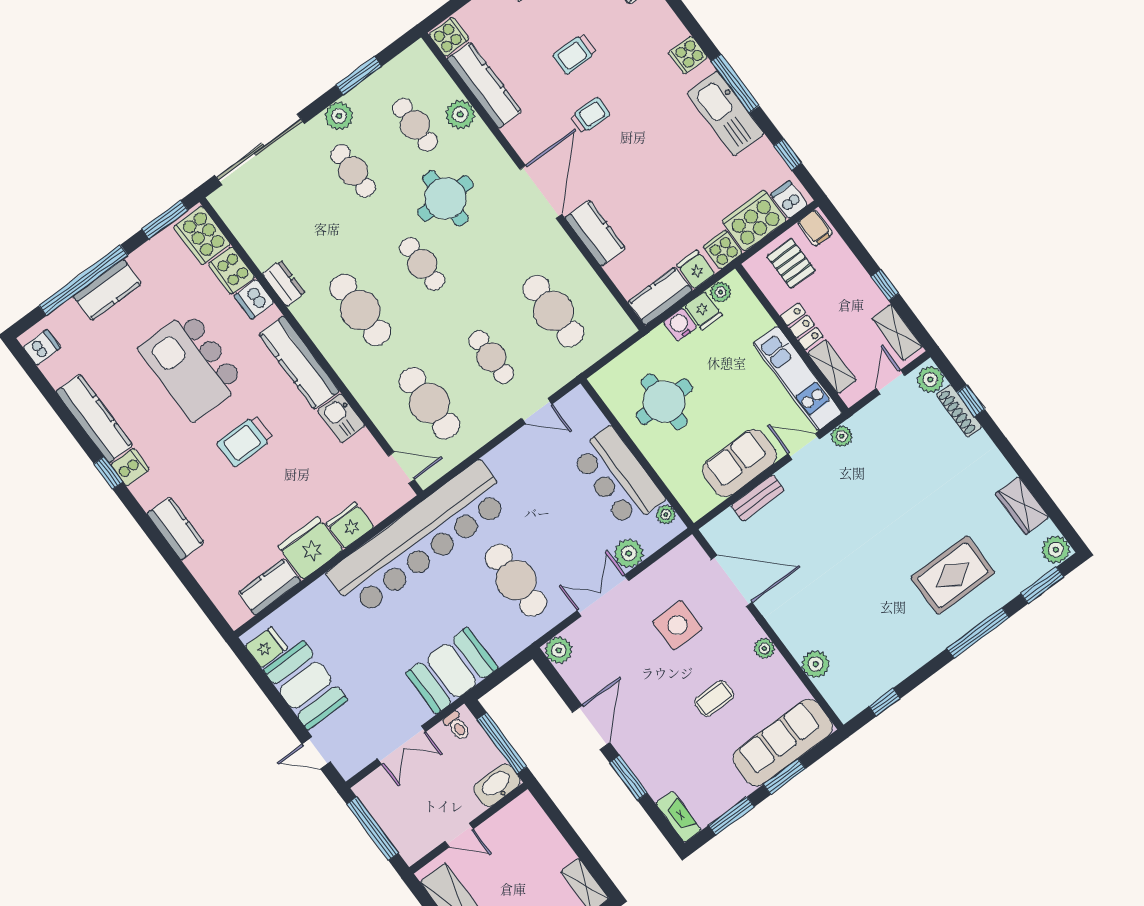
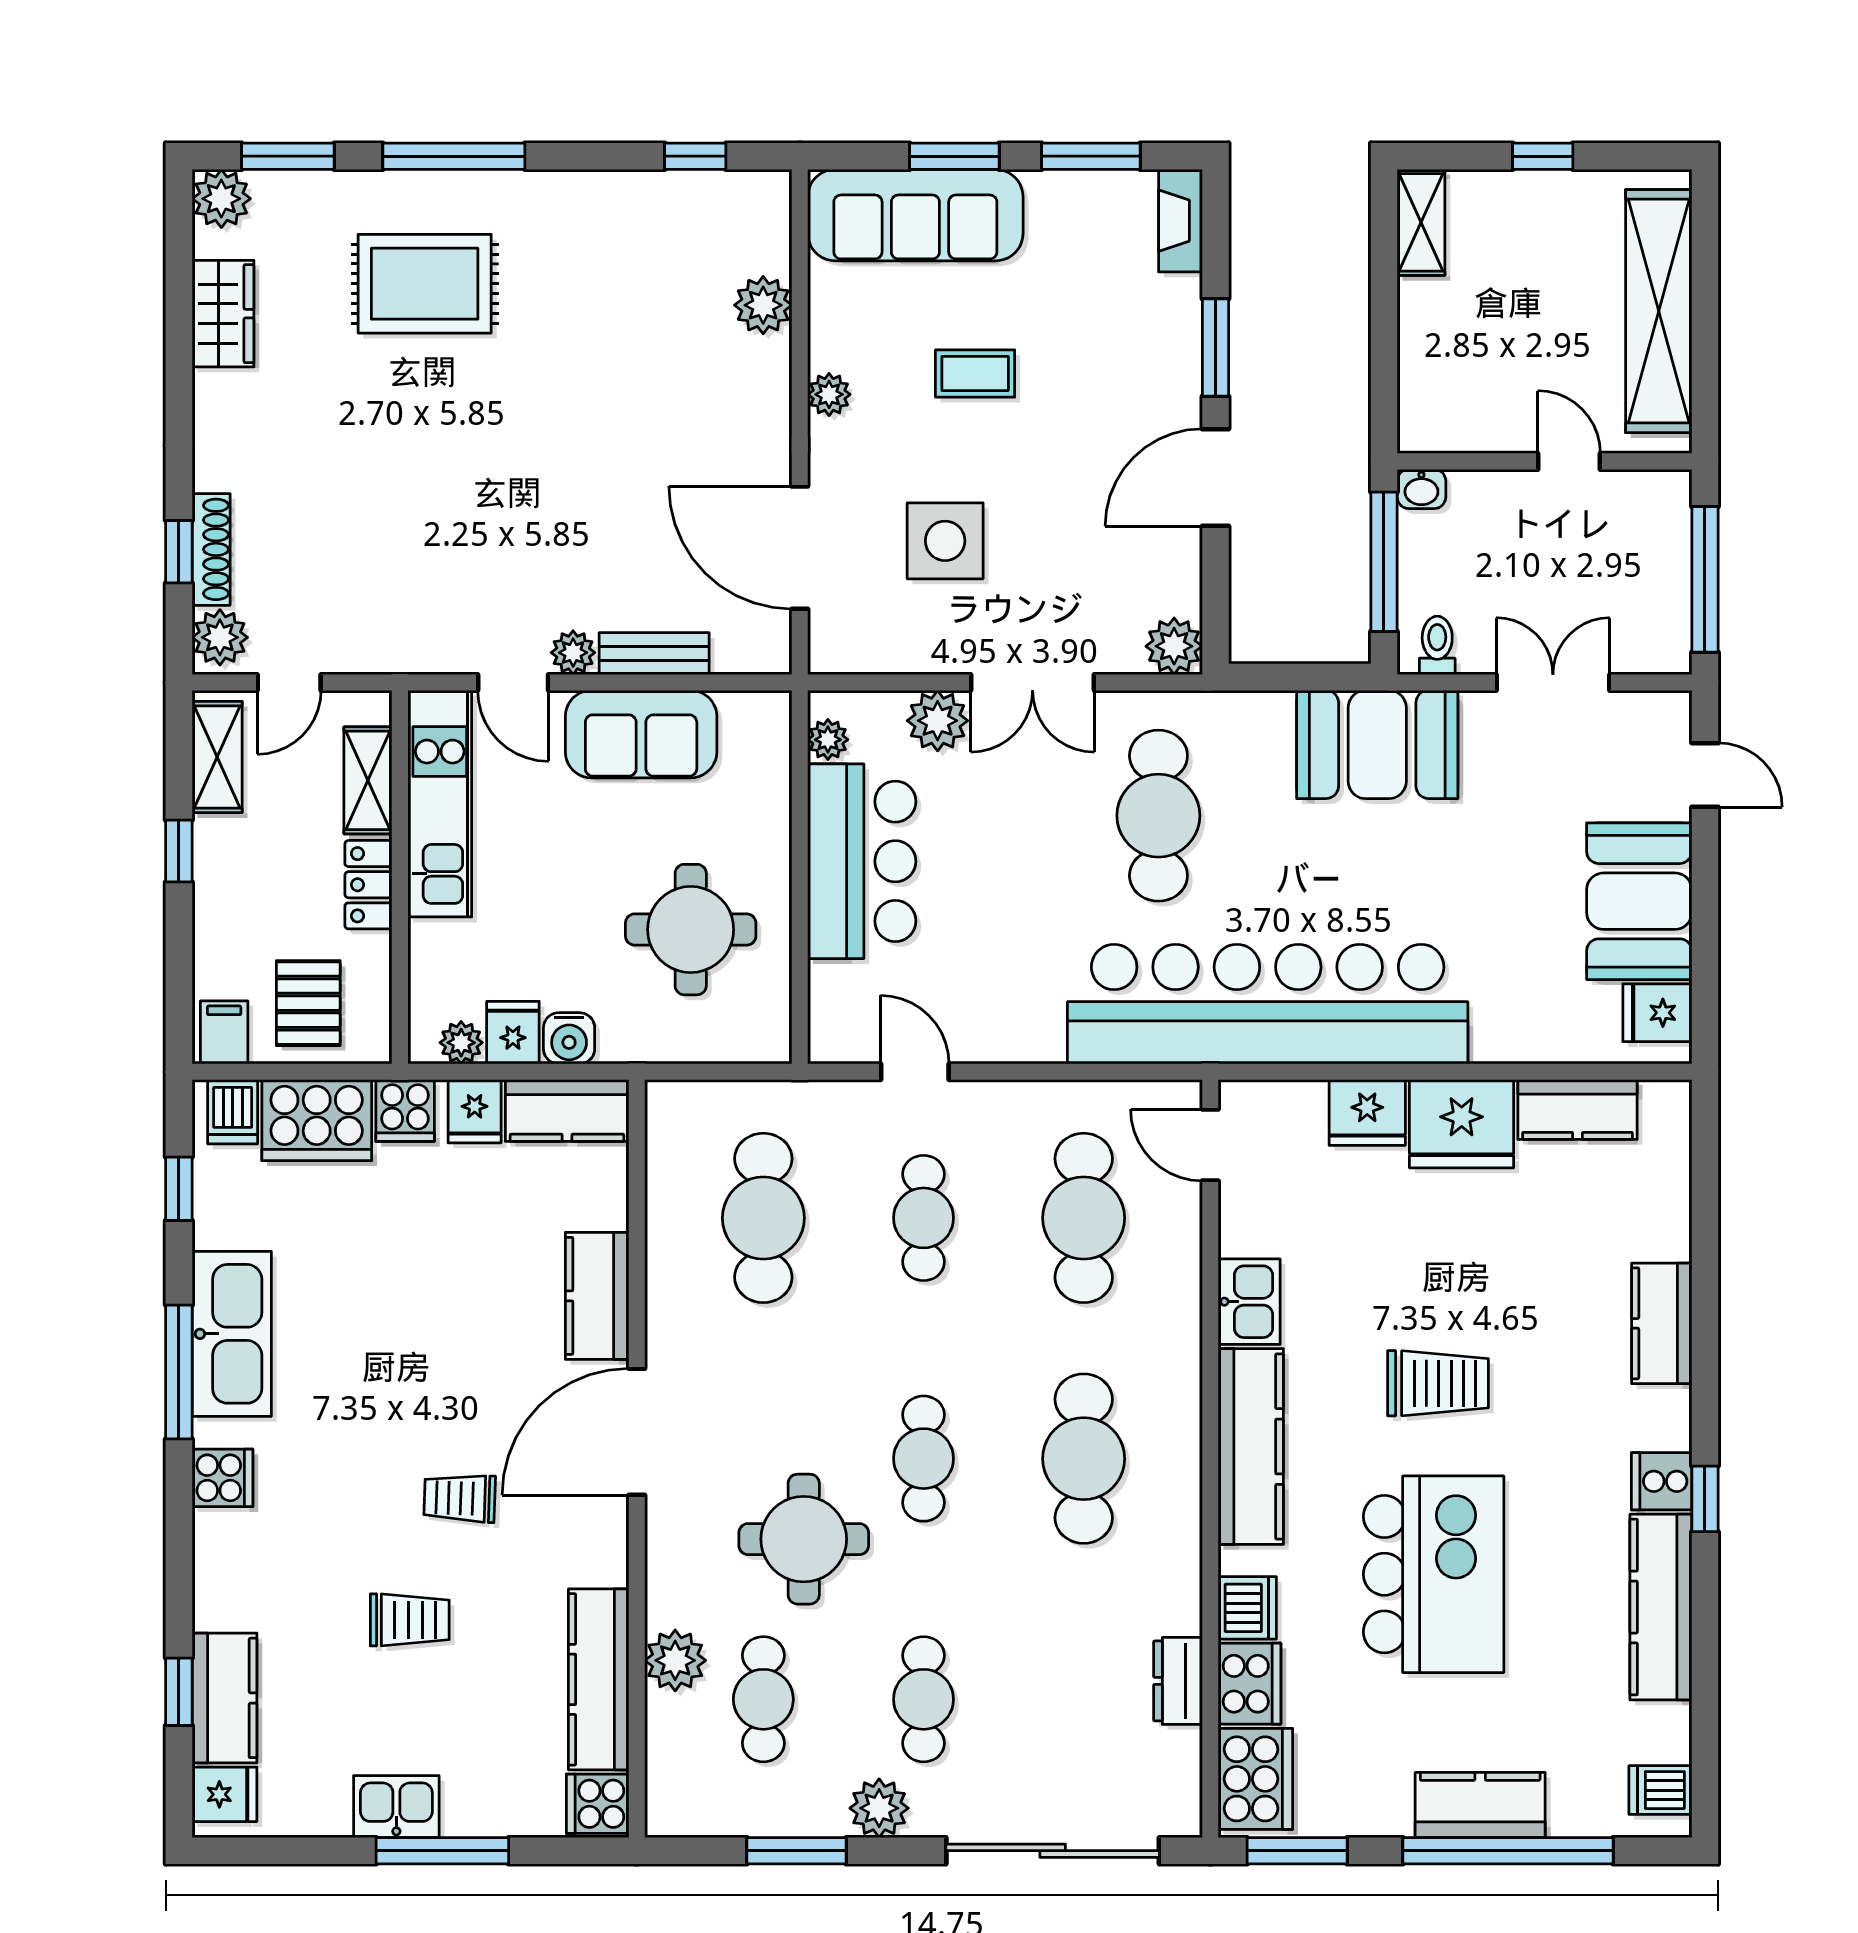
dresser: (284, 283) -> (1178, 1681), moved
plant: (842, 436) -> (573, 653), moved
washbasin: (497, 785) -> (1421, 489), width x0.52, depth x0.69

